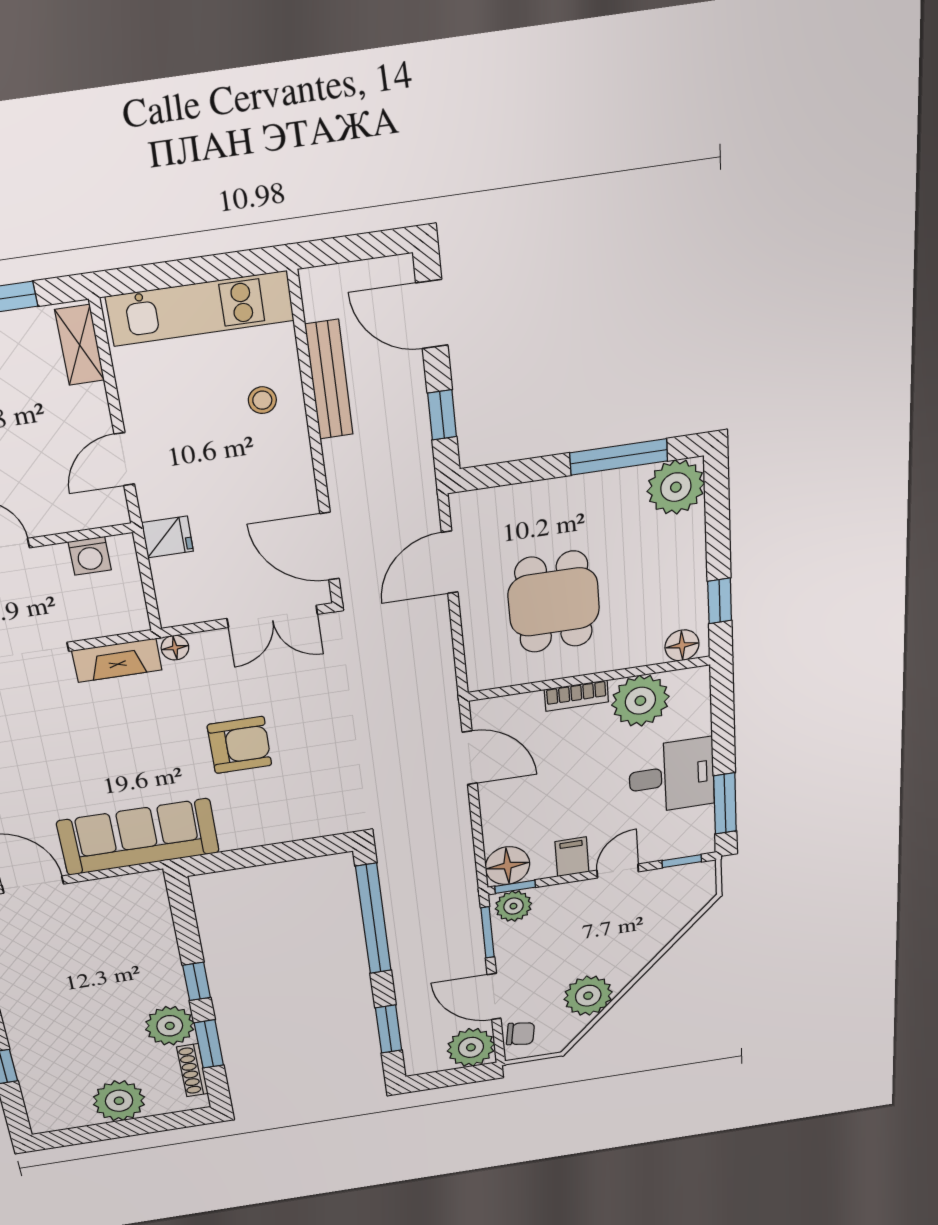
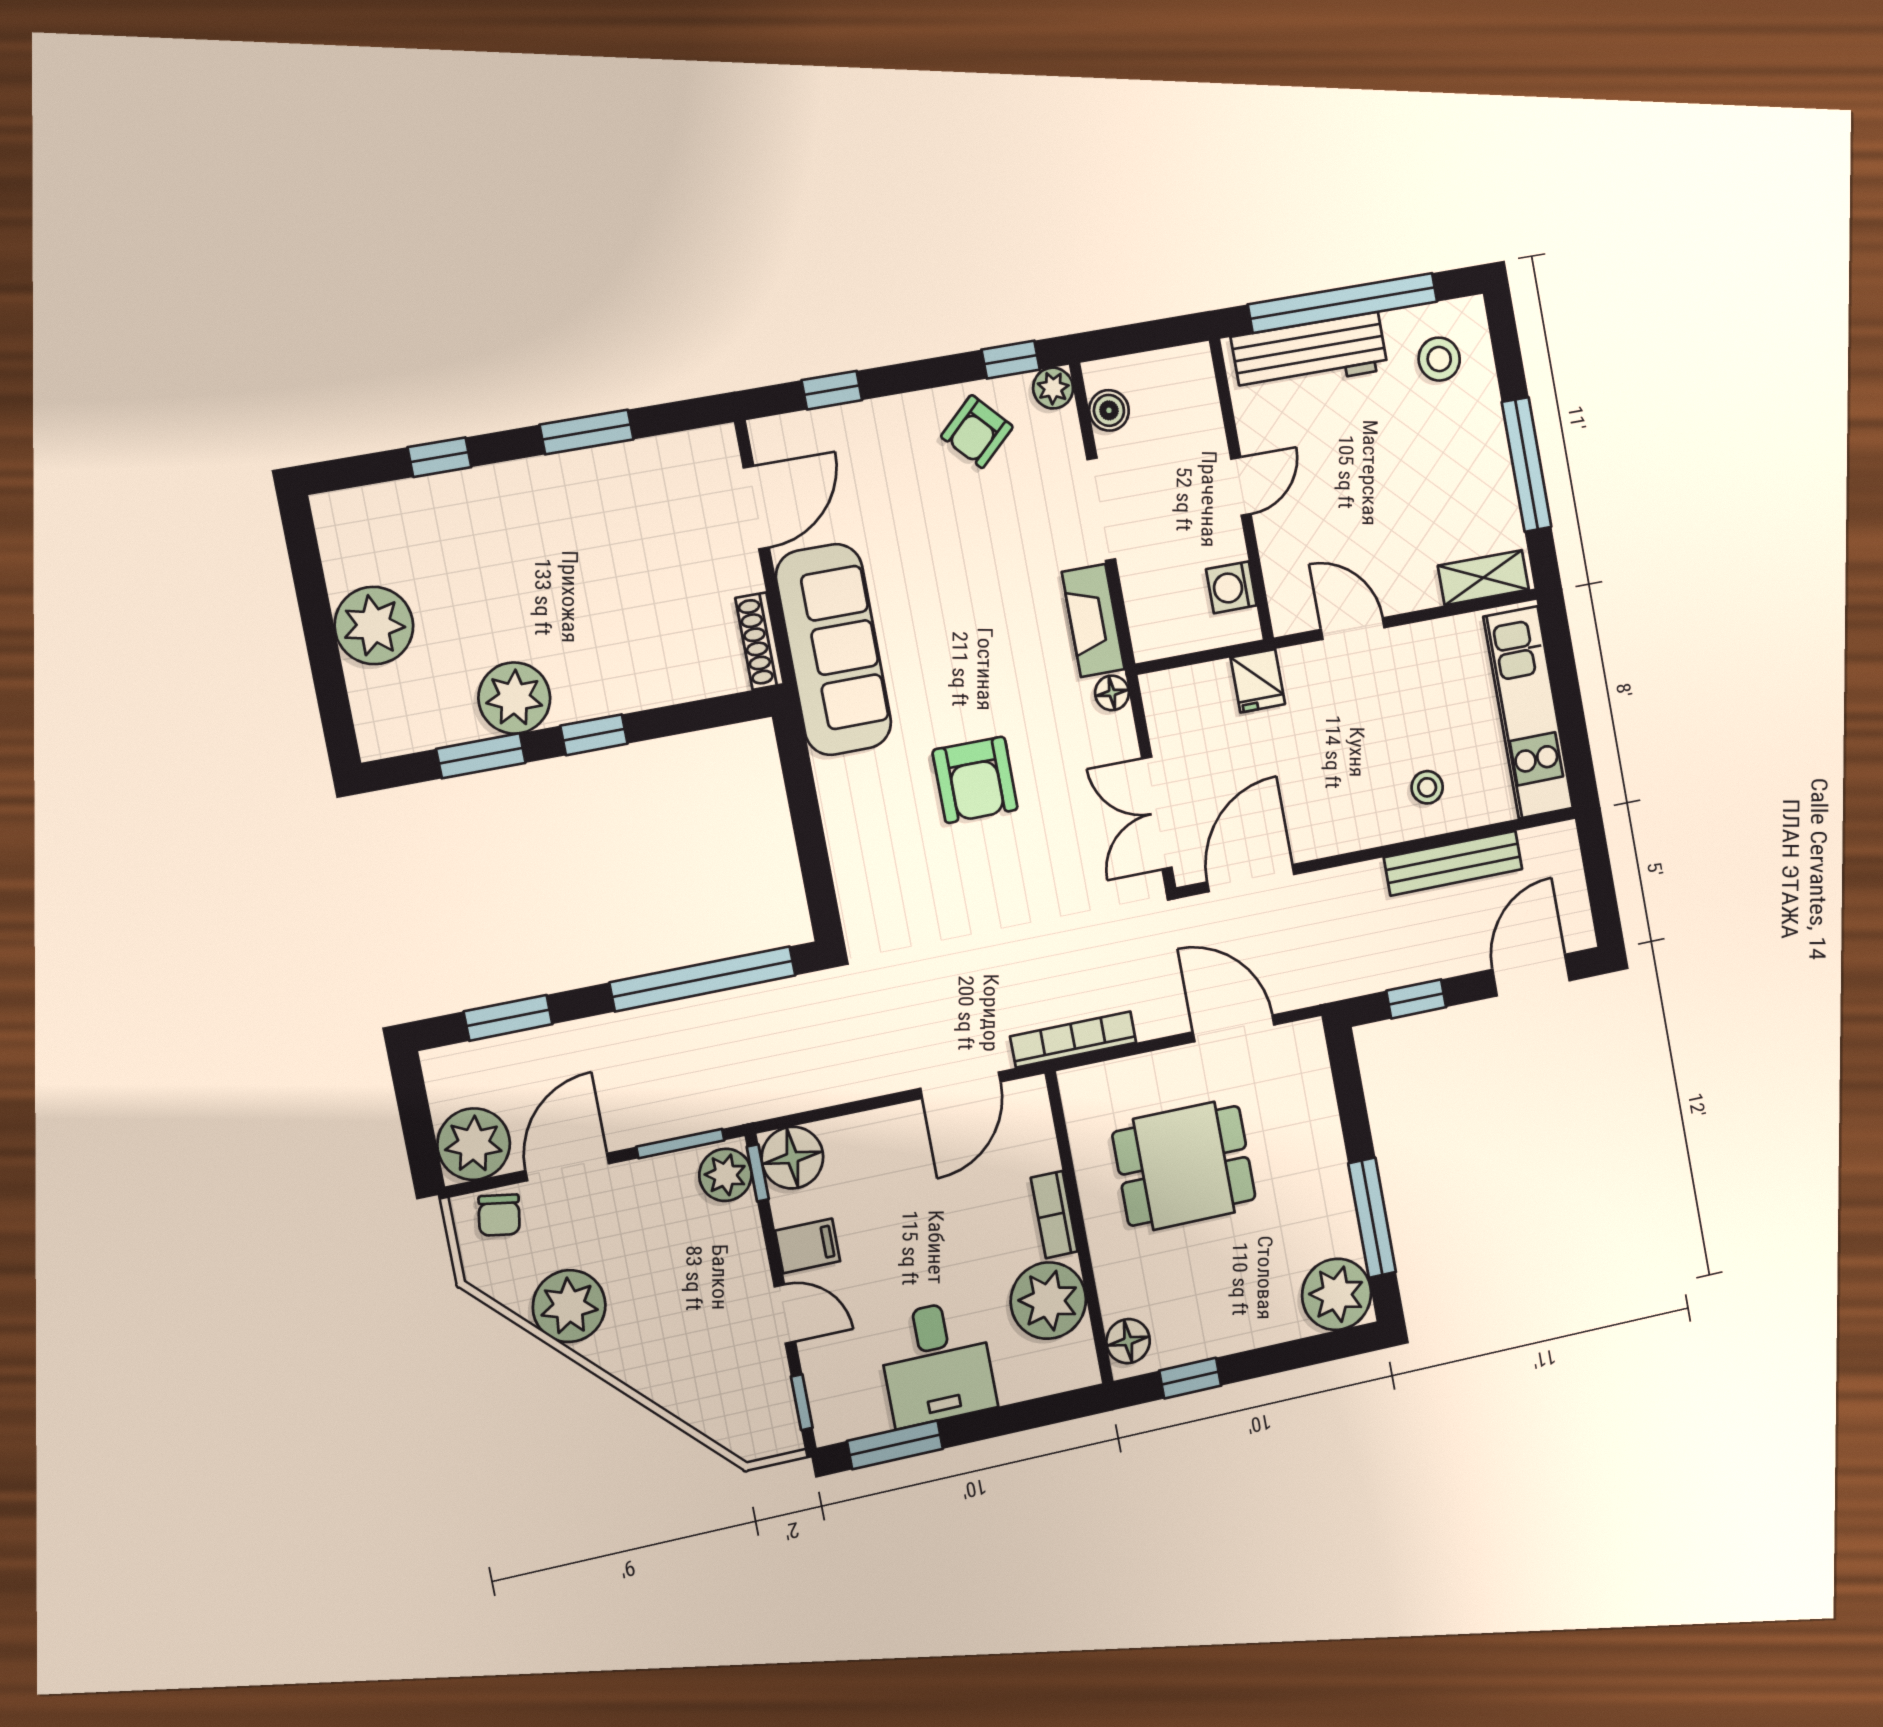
bookcase: (445, 680) -> (1073, 1040), added
shoe rack: (192, 1070) -> (760, 641), moved, turned -90

